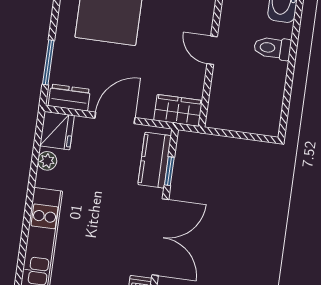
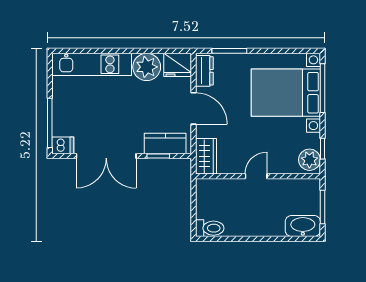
toilet: (272, 48) -> (210, 228), moved, turned 90
plant: (47, 161) -> (147, 67), width x1.88, depth x1.88

